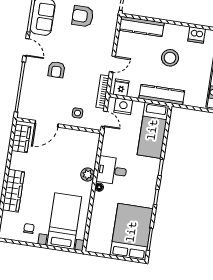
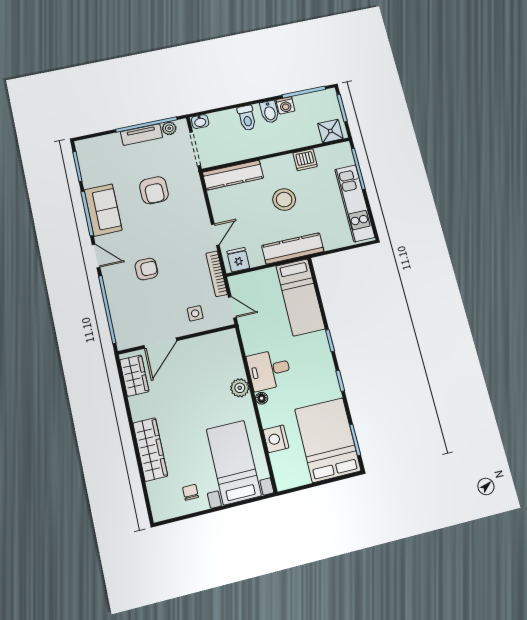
armchair: (83, 16) -> (154, 190), turned -90
armchair: (56, 70) -> (146, 269), turned -90
nightstand: (123, 106) -> (276, 439), moved, turned -90

